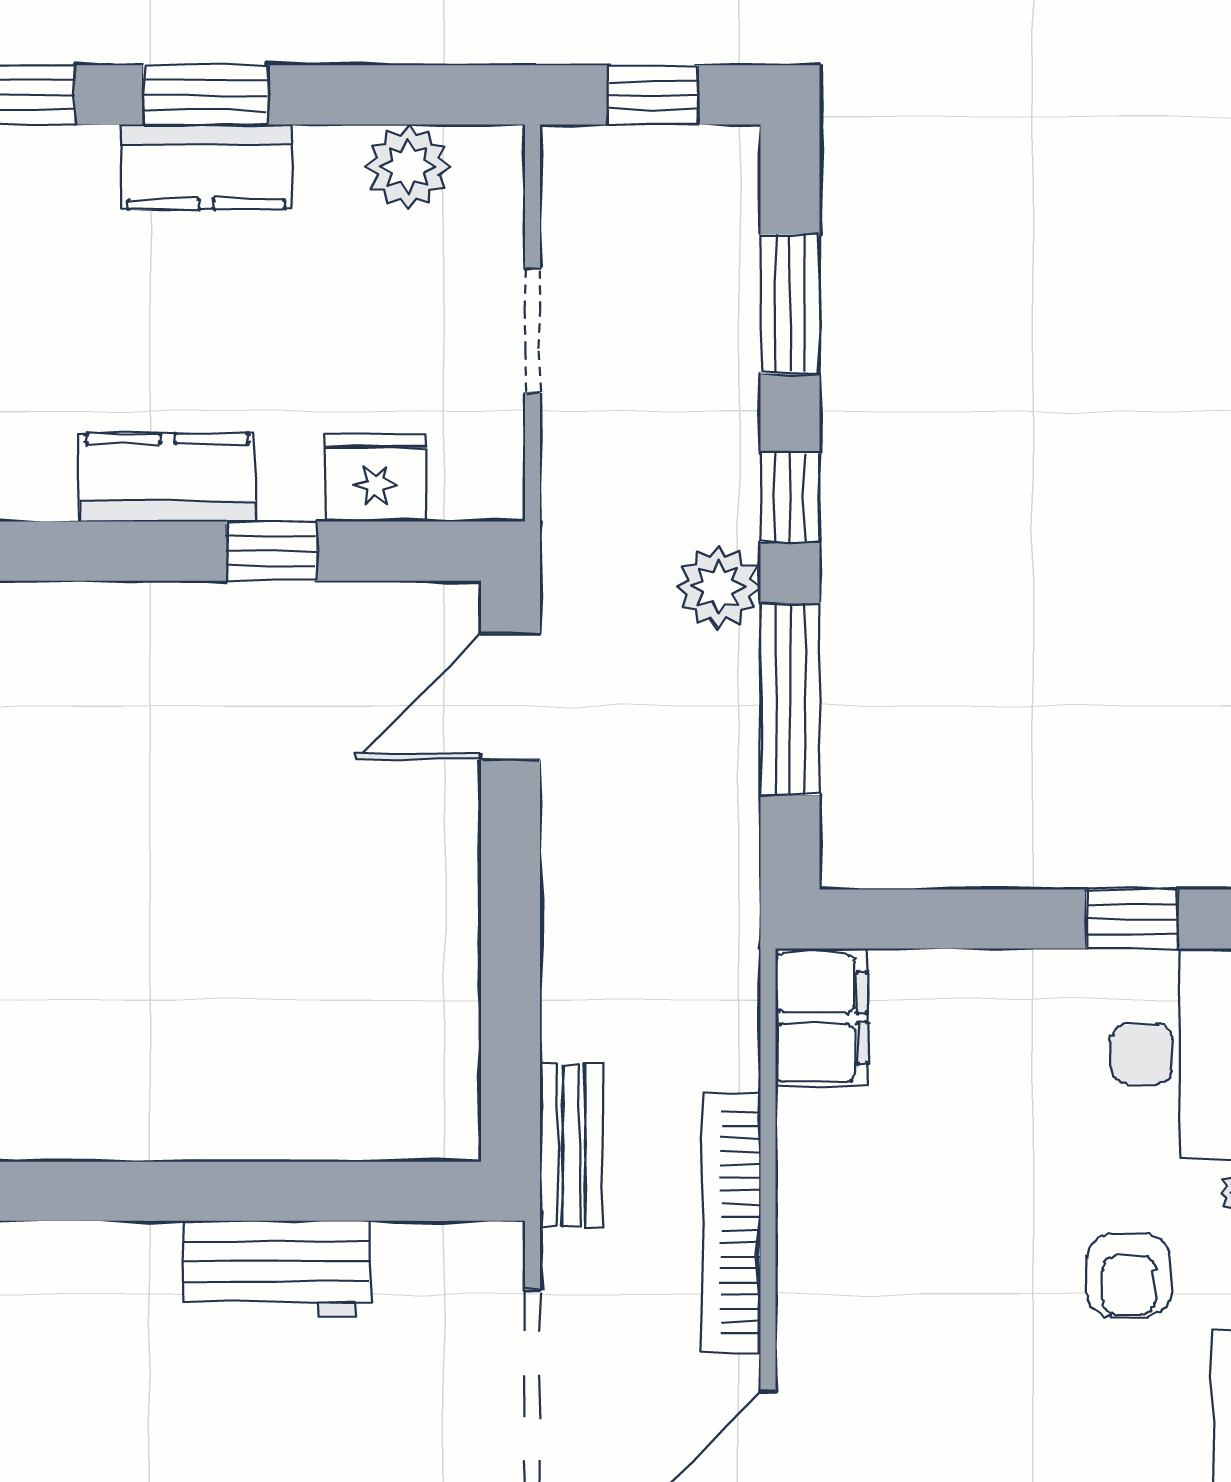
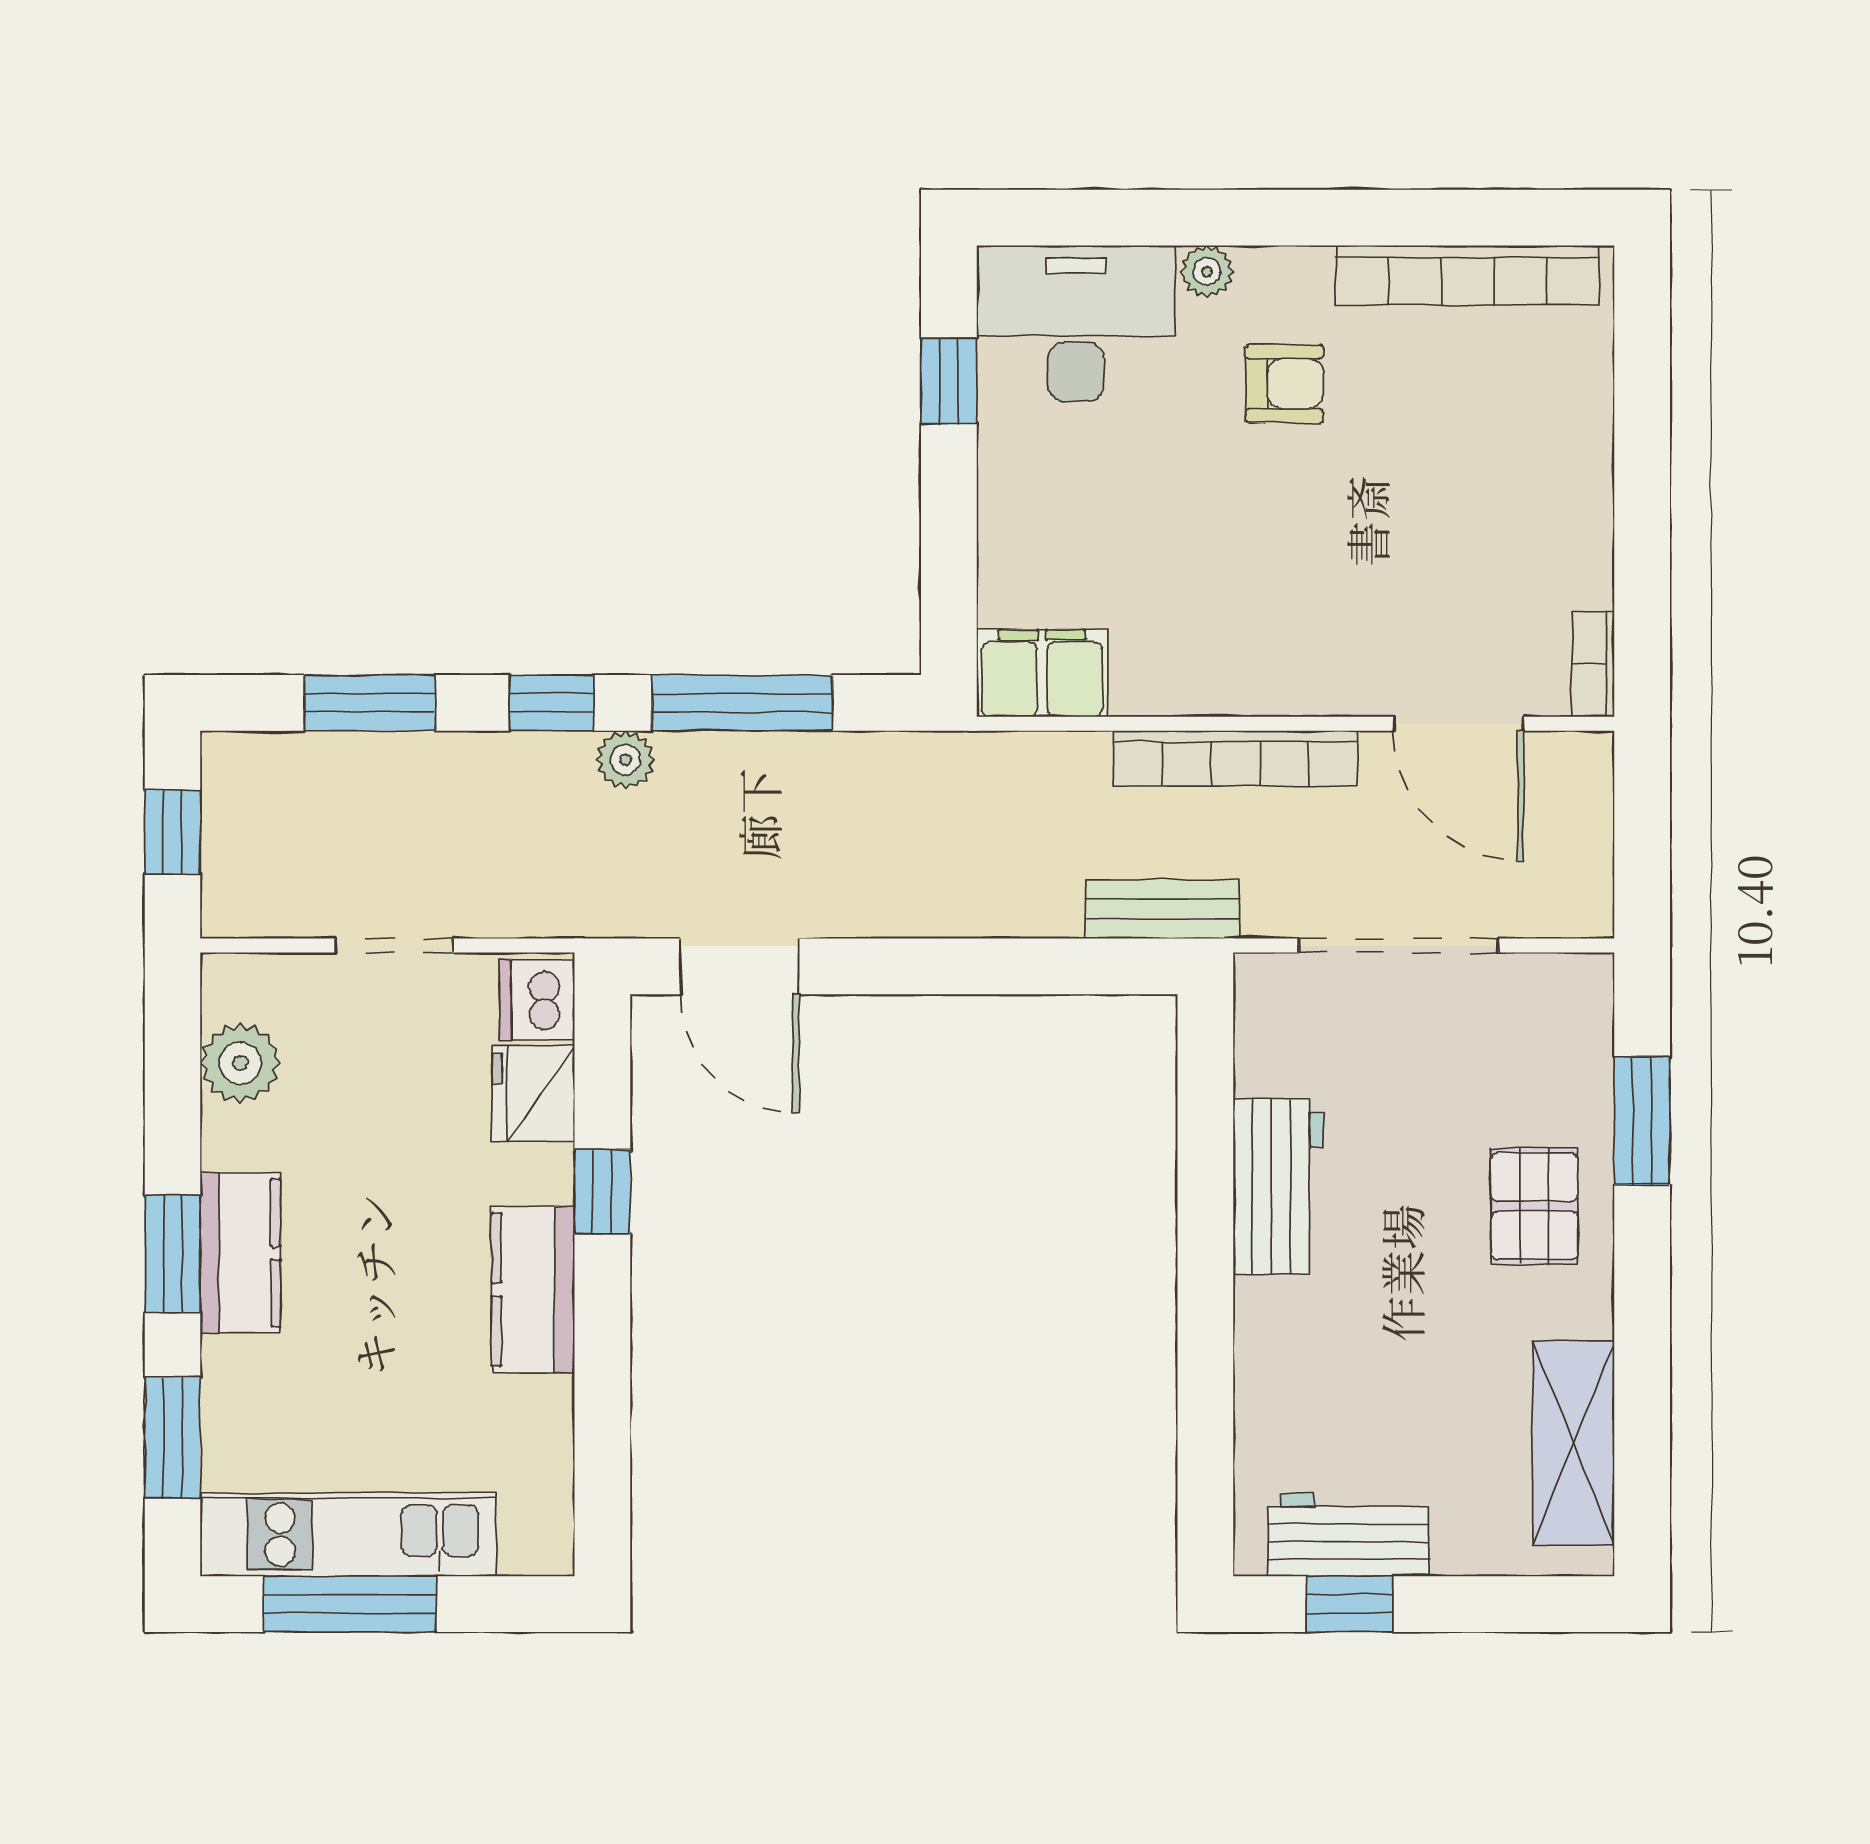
dishwasher: (475, 482) -> (537, 1000), added
plant: (718, 587) -> (625, 760), width x0.73, depth x0.73

